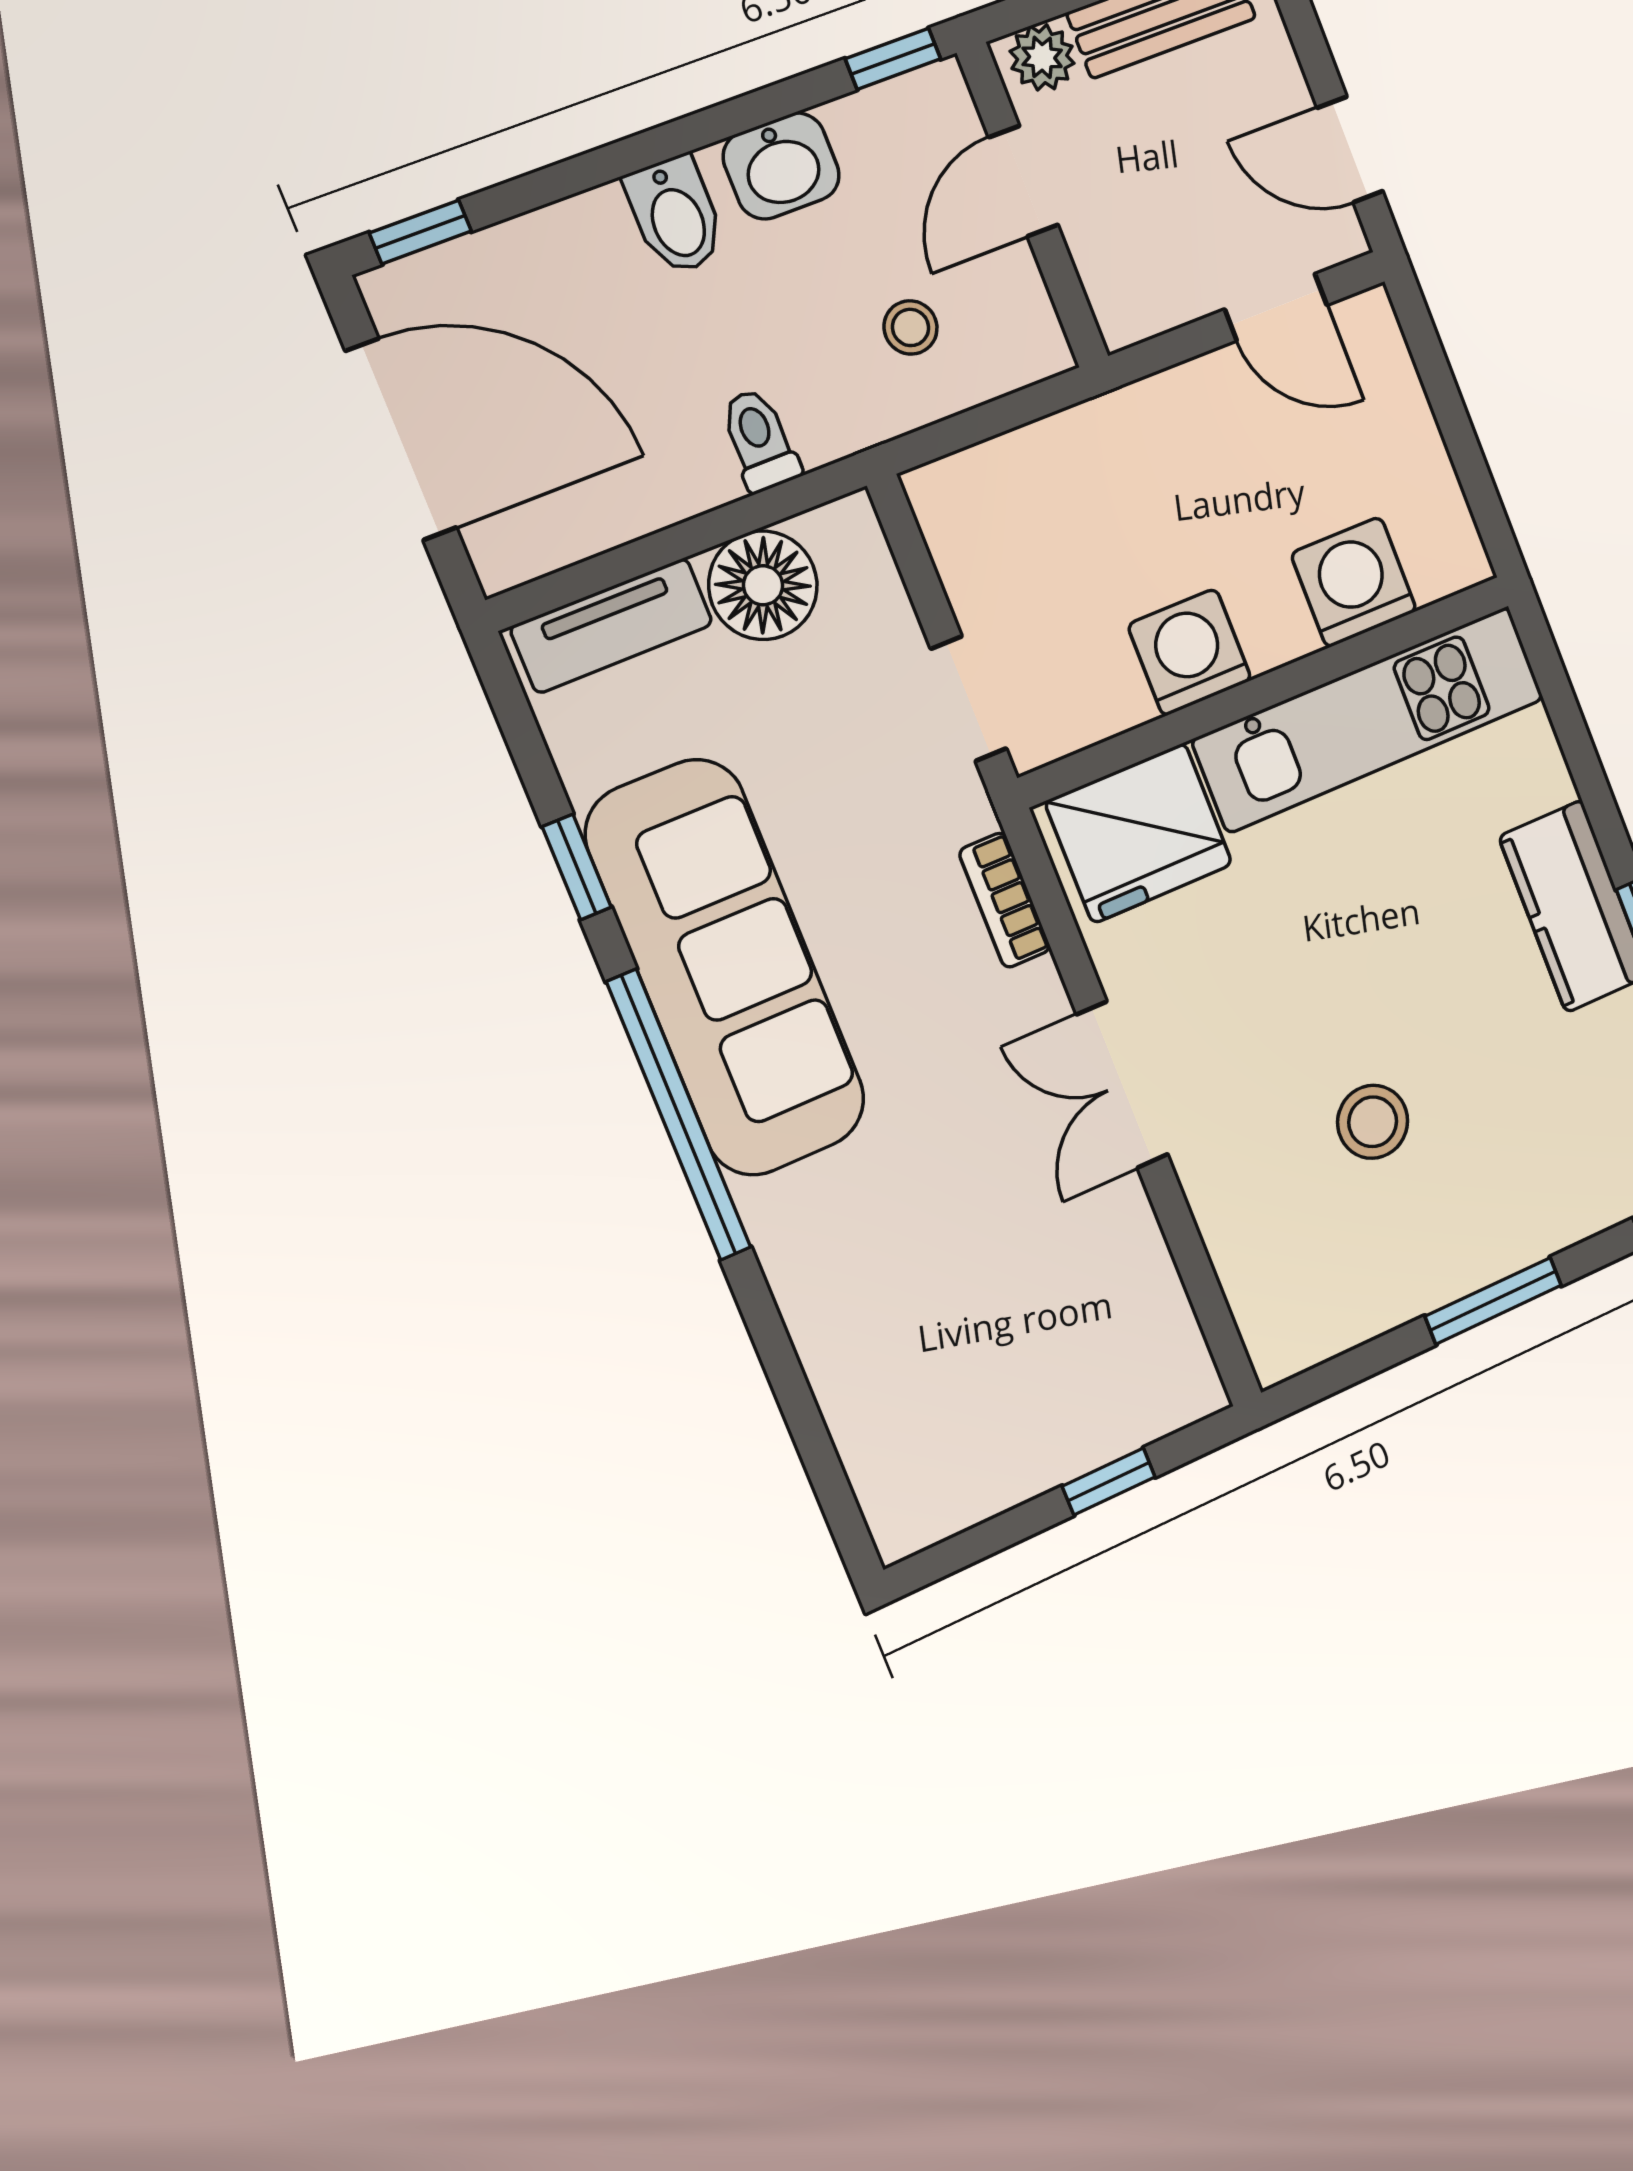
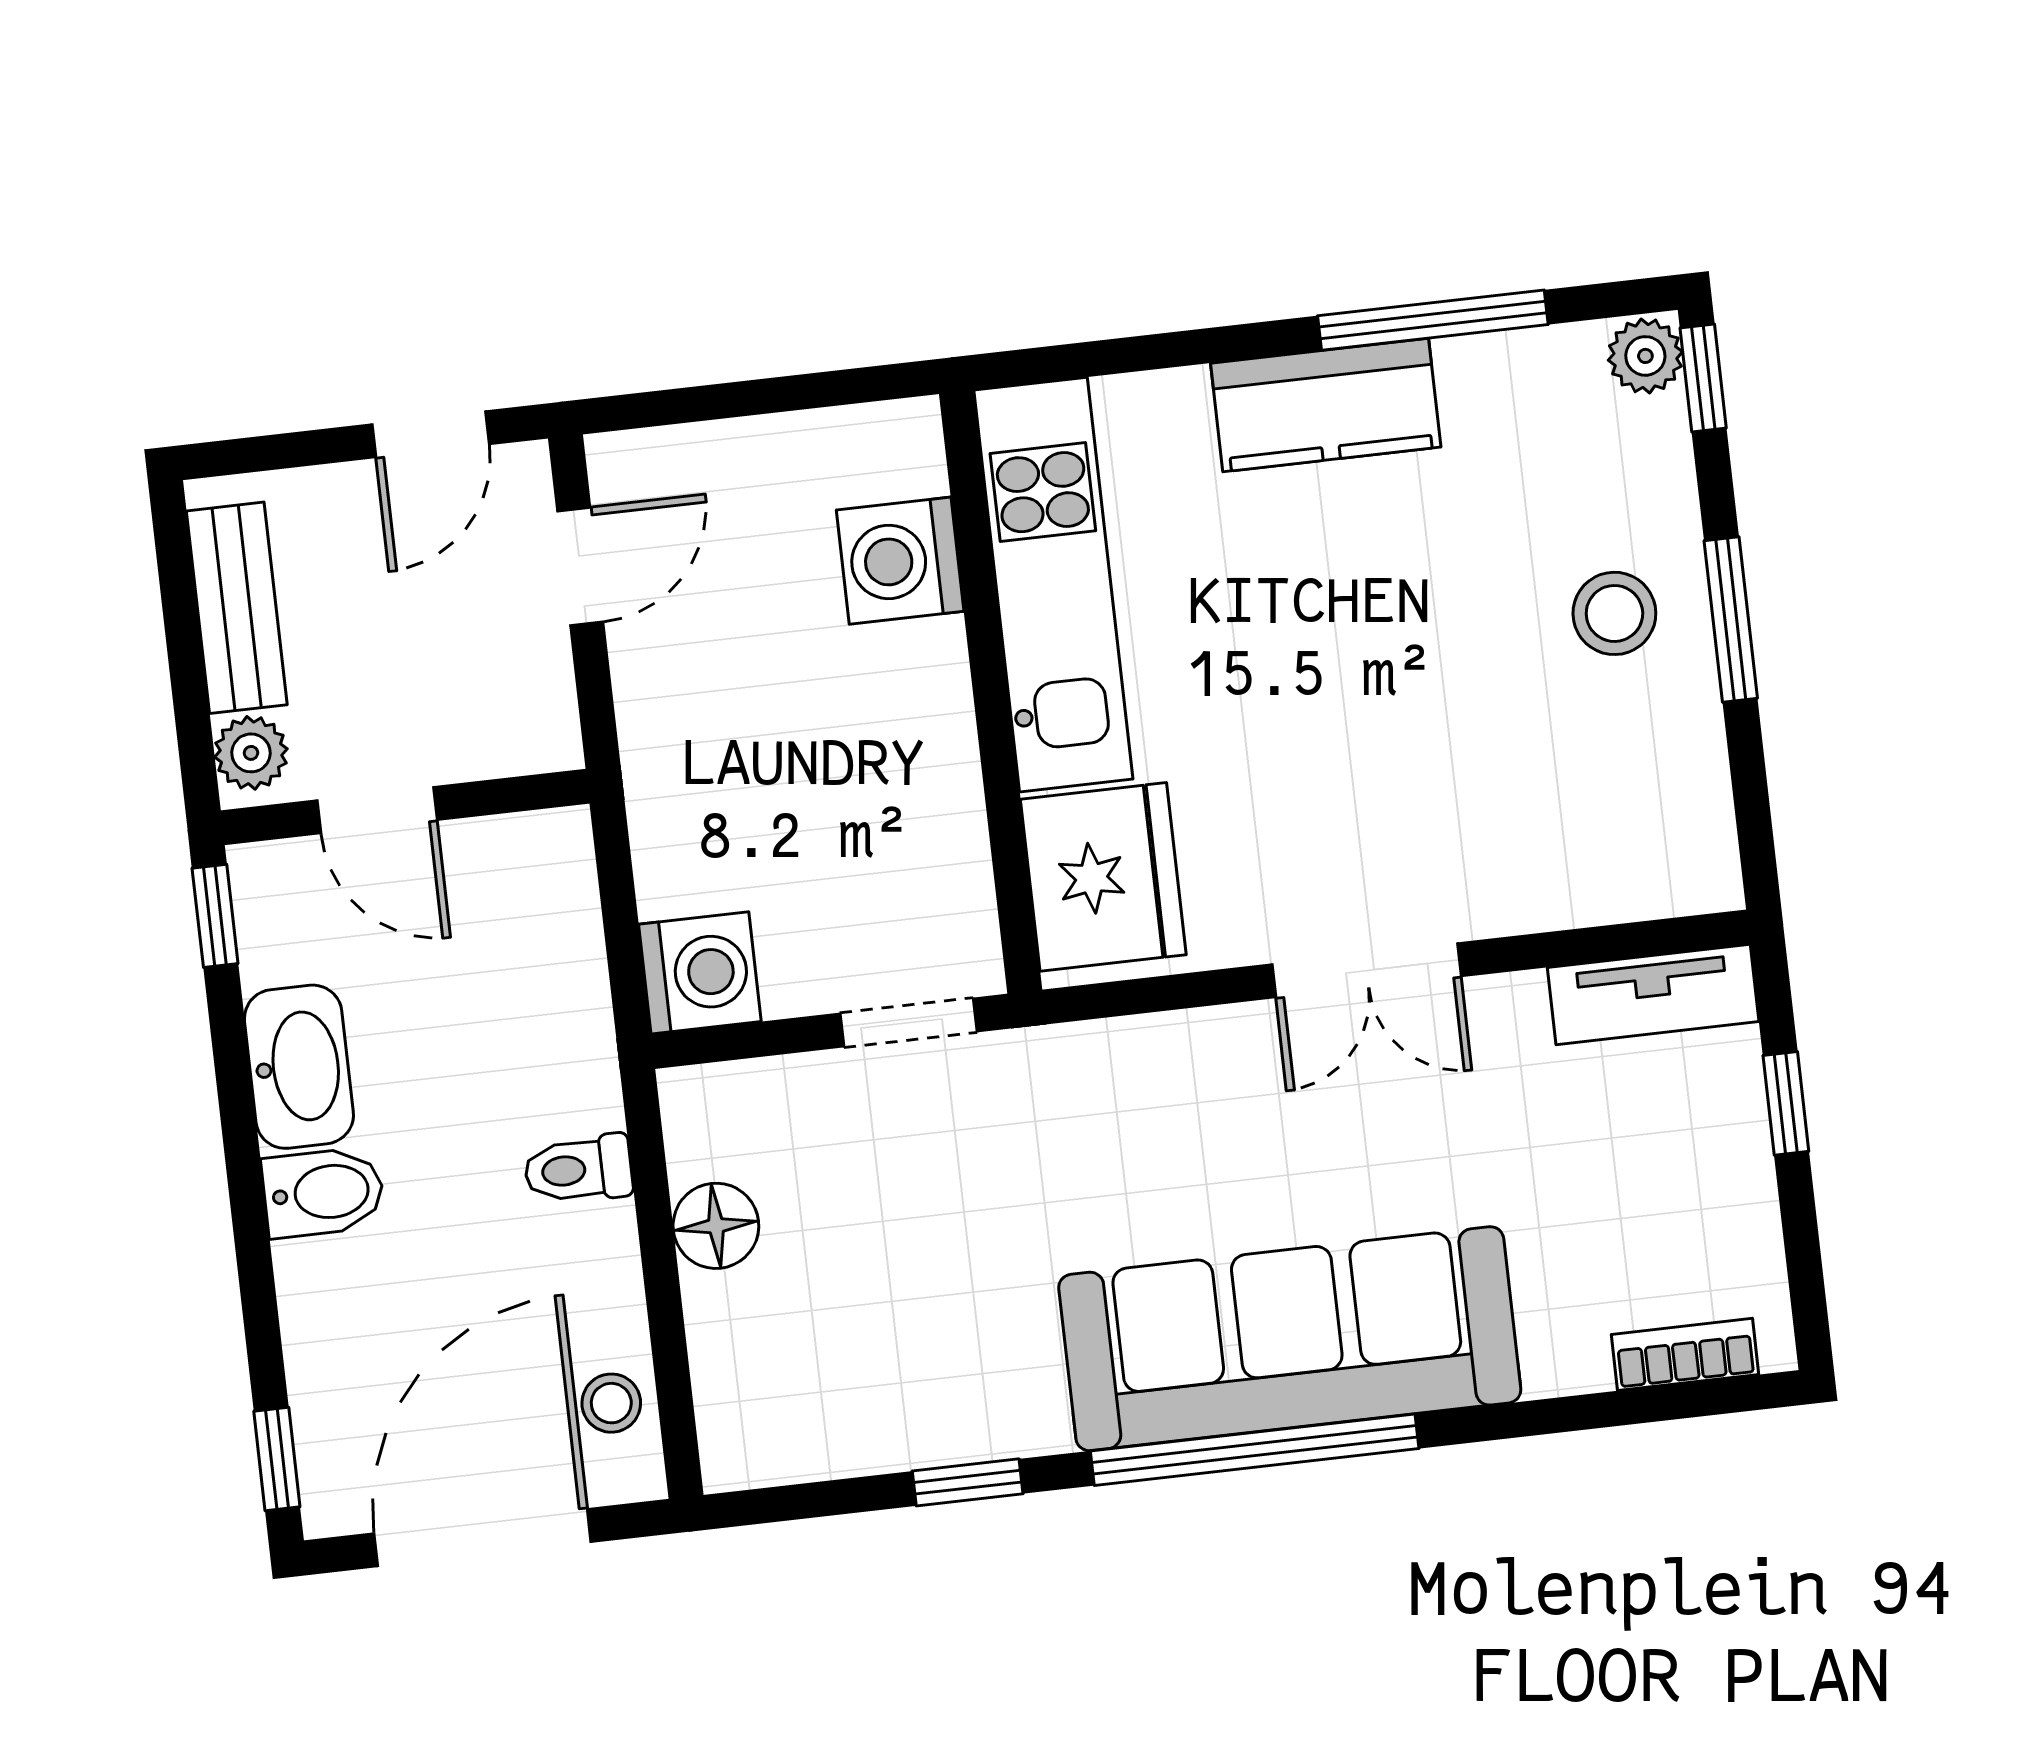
washbasin: (781, 166) -> (299, 1067), width x1.38
stool: (911, 327) -> (611, 1403), moved
floor lamp: (763, 585) -> (716, 1226), width x0.73, depth x0.73
tv unit: (612, 626) -> (1653, 994), moved, turned 90
washing machine: (1190, 652) -> (700, 973), moved, turned 180
bookcase: (1005, 900) -> (1685, 1354), moved, turned 180
sofa: (726, 968) -> (1290, 1339), moved
stool: (1373, 1122) -> (1614, 613), moved

